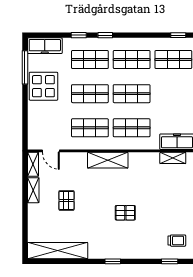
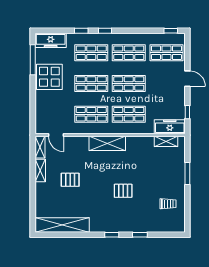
pallet: (66, 200) -> (70, 180), turned 90
trolley: (177, 241) -> (168, 204), moved
window: (170, 261) -> (140, 235), moved

